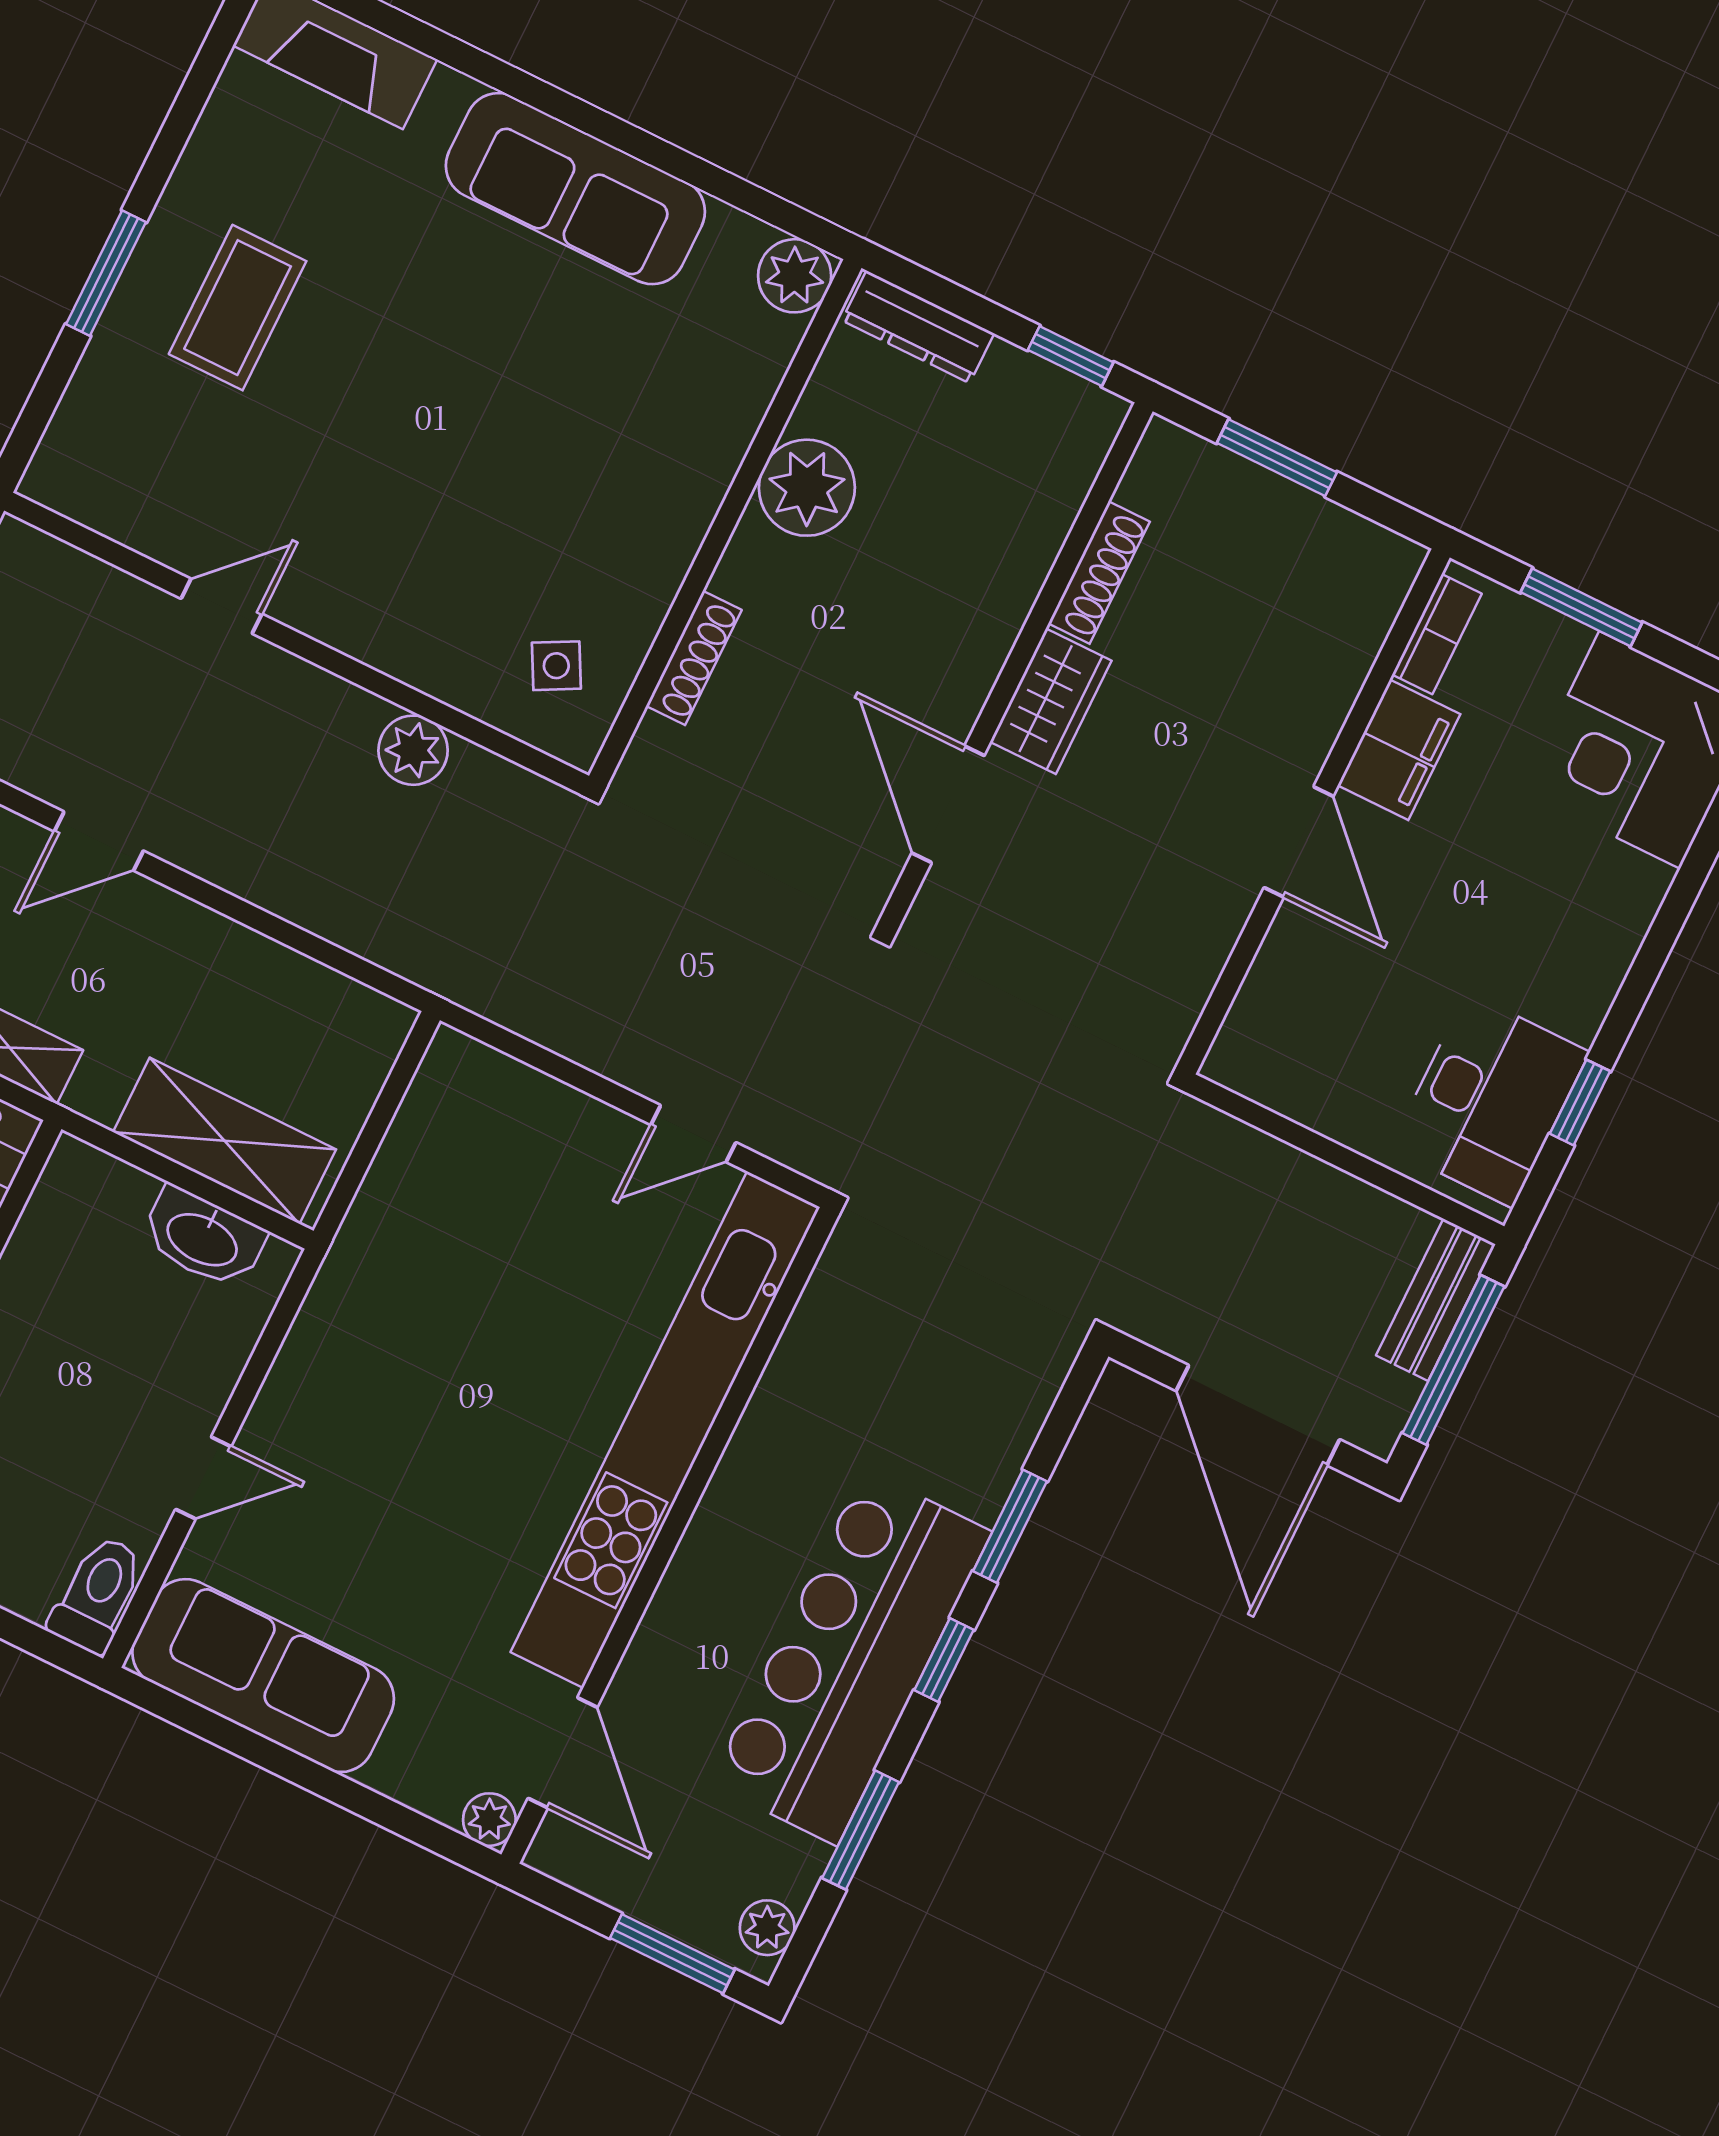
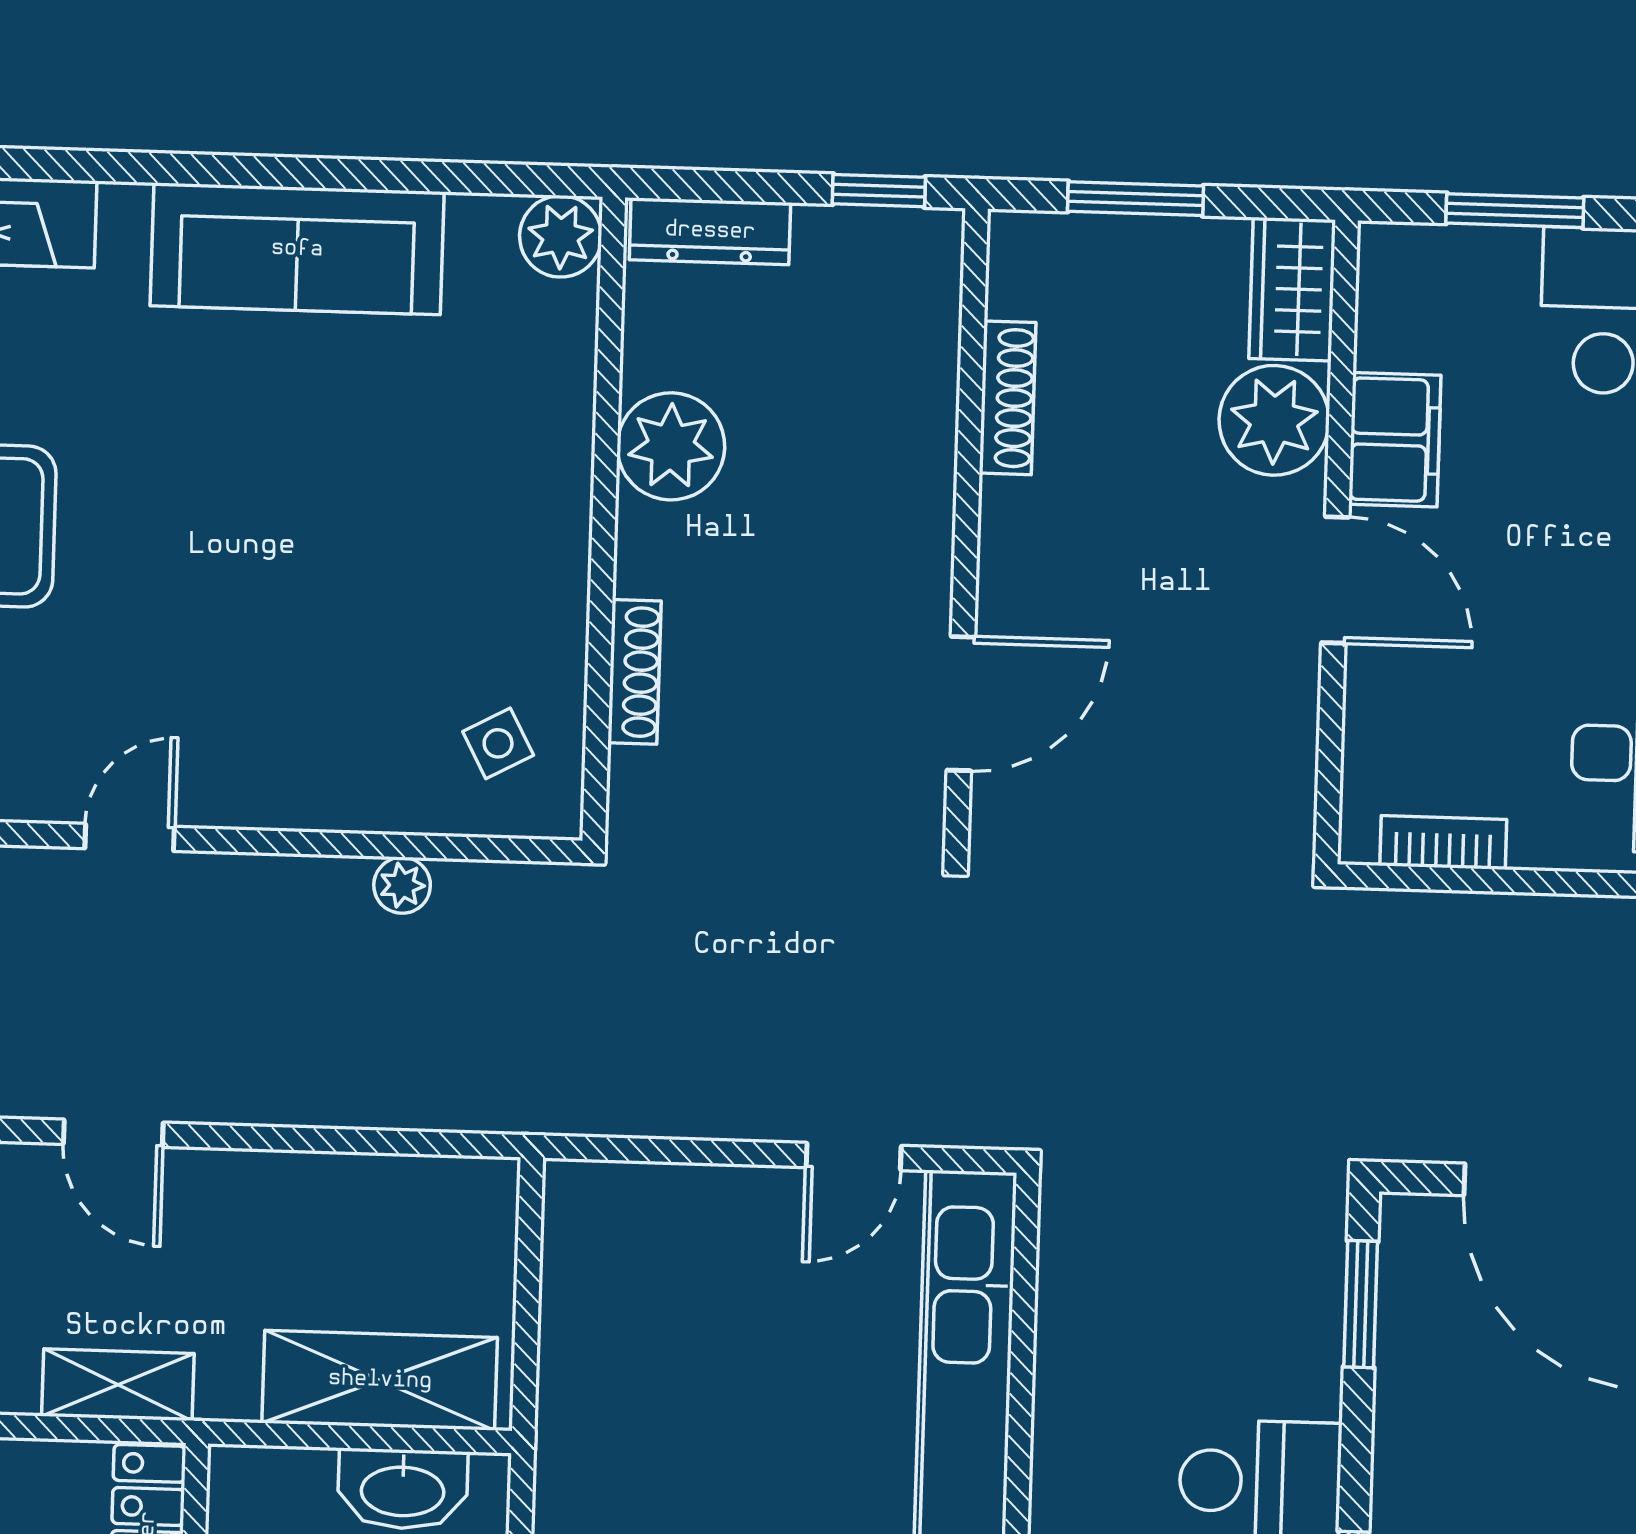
bookcase: (1437, 634) -> (1443, 843), moved, turned -90
plant: (1308, 689) -> (1274, 420), added
wardrobe: (1051, 701) -> (1292, 289), moved, turned 180
plant: (413, 750) -> (402, 885), width x0.73, depth x0.73
door: (948, 804) -> (961, 704), swing flipped
door: (99, 841) -> (113, 1133), hinge flipped
window: (1010, 1526) -> (1361, 1304), moved

